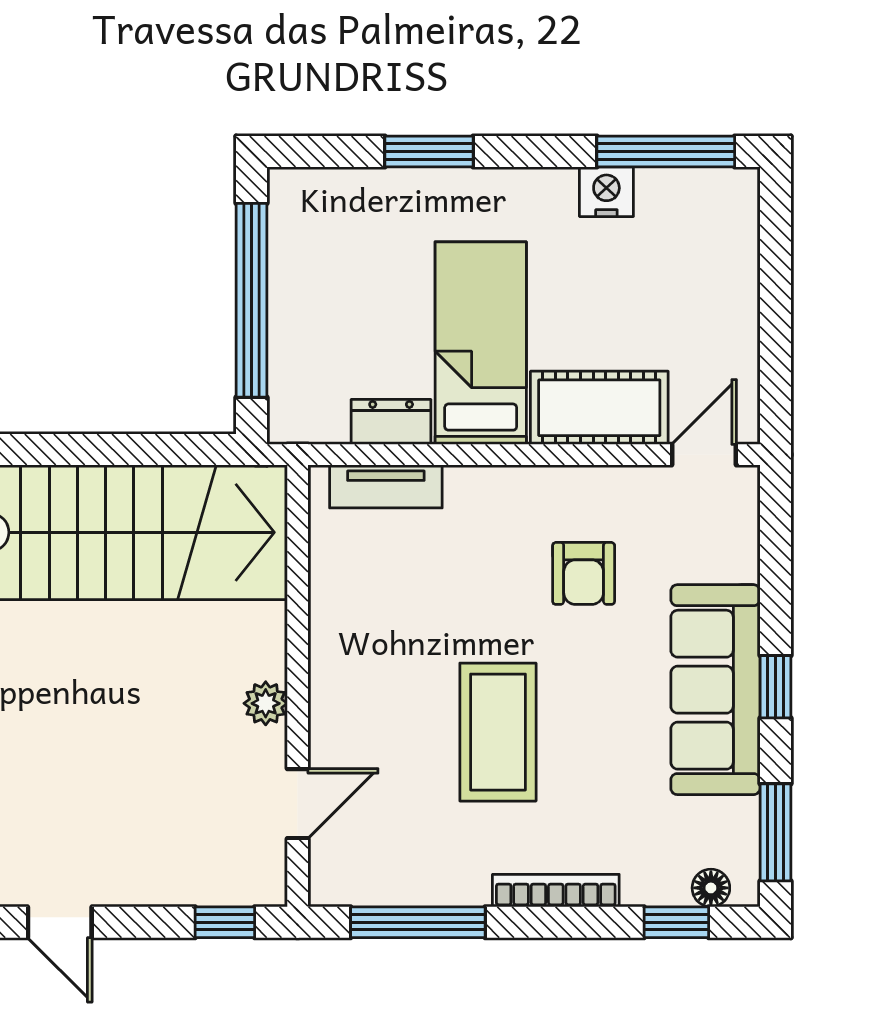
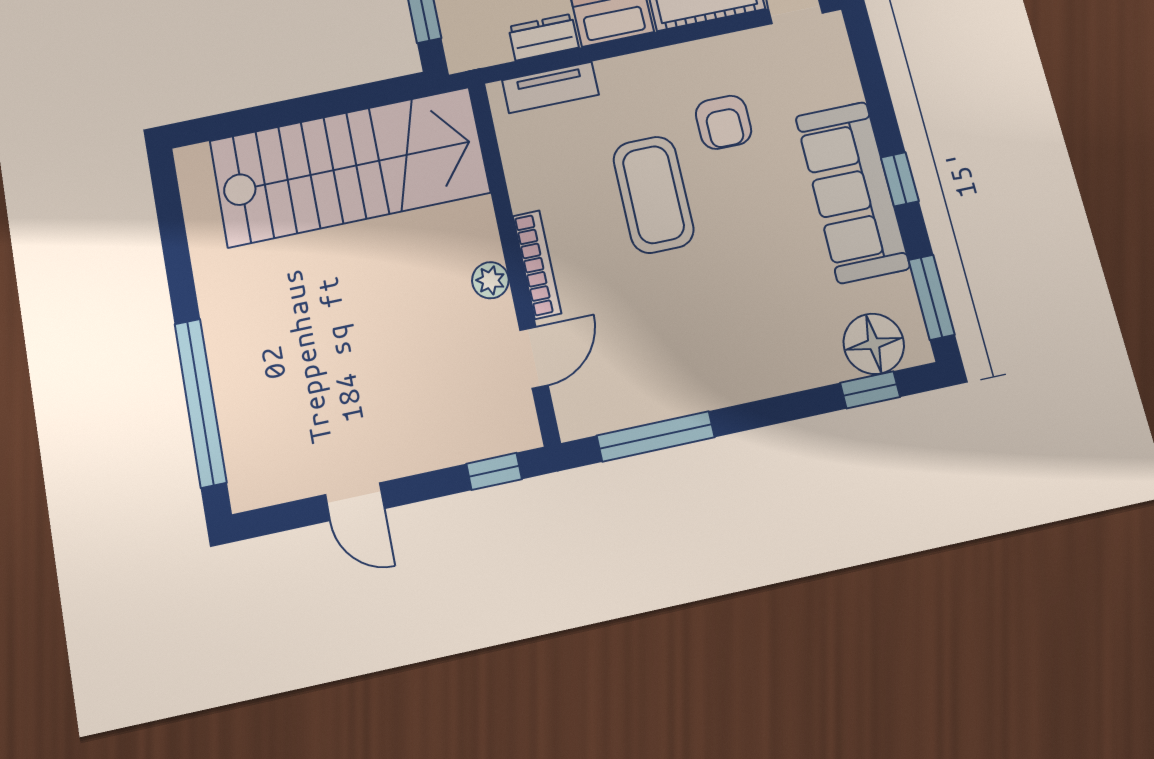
coffee table: (498, 732) -> (653, 195), moved
floor lamp: (711, 888) -> (874, 344), width x1.89, depth x1.89
bookcase: (556, 891) -> (537, 264), moved, turned 90

